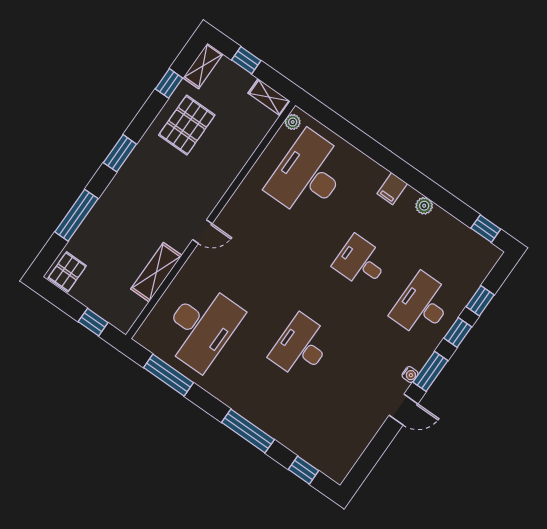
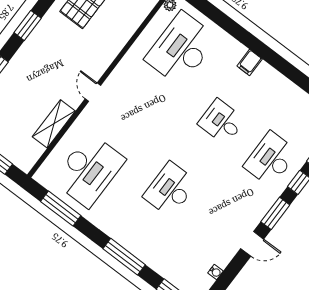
plant: (424, 206) -> (275, 77), removed
door: (202, 232) -> (93, 92), swing flipped
water cooler: (410, 375) -> (215, 272), moved

